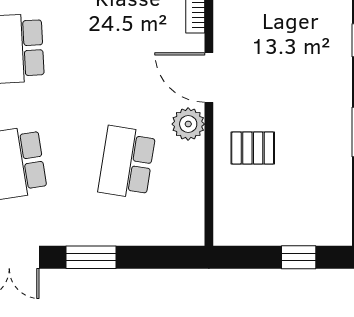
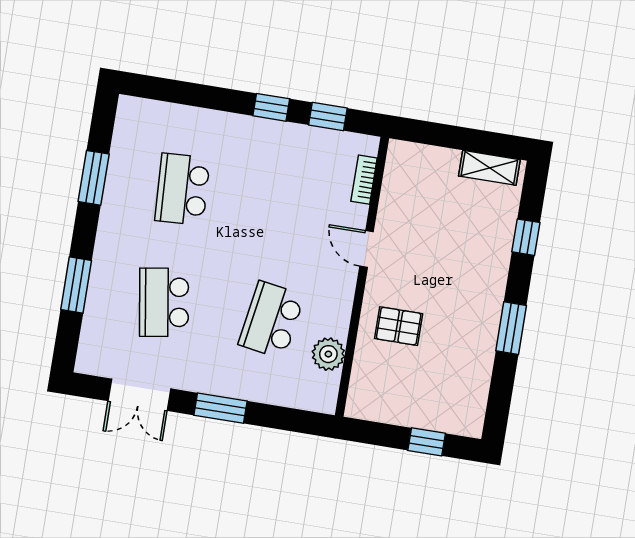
door: (209, 77) -> (367, 249), width x0.73
plant: (188, 124) -> (328, 354), moved

